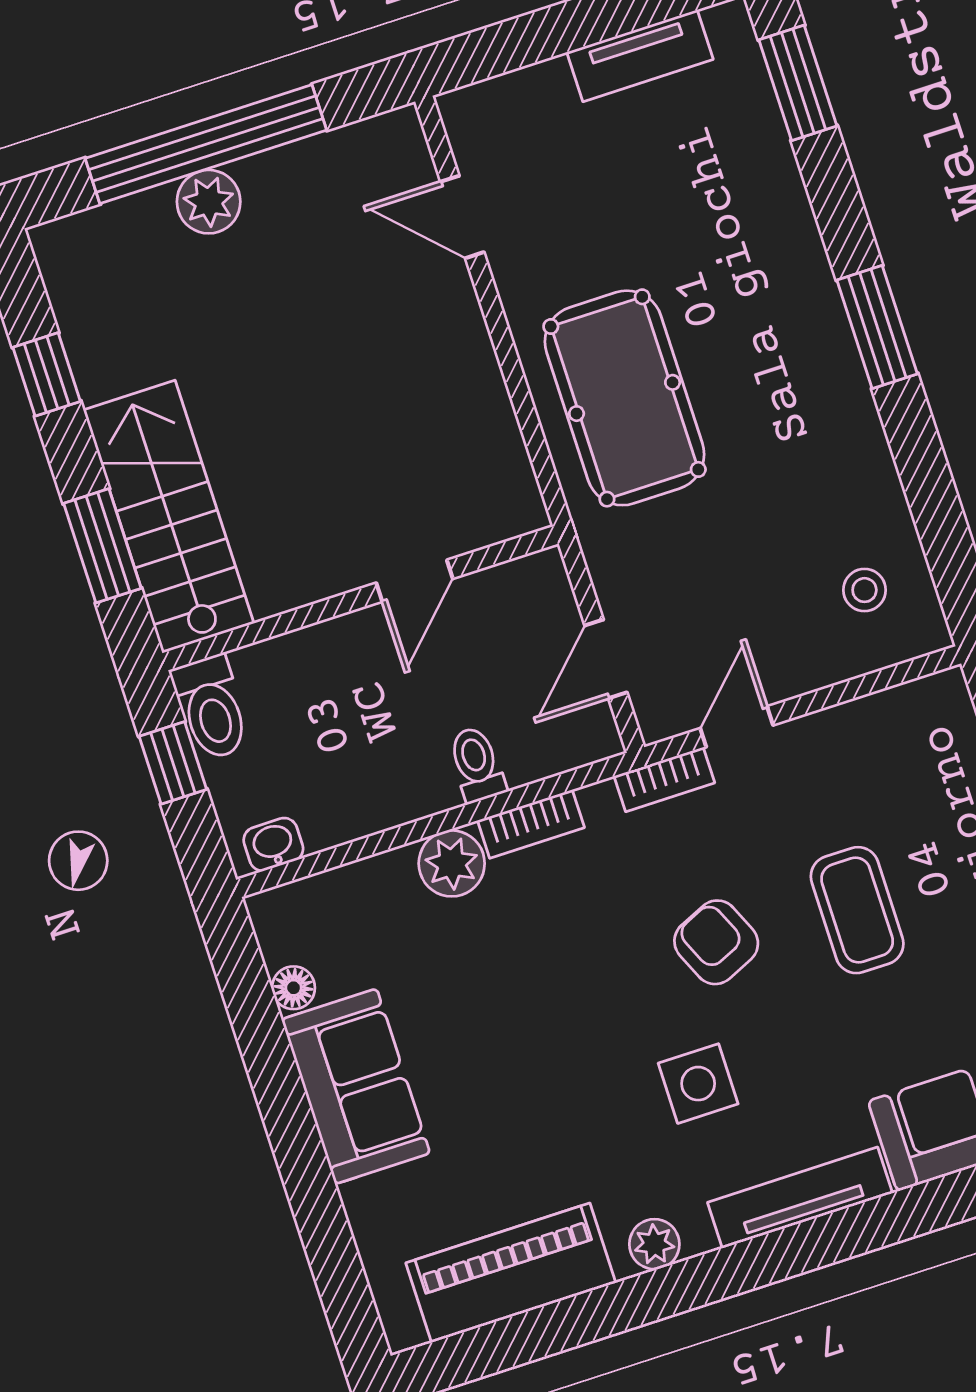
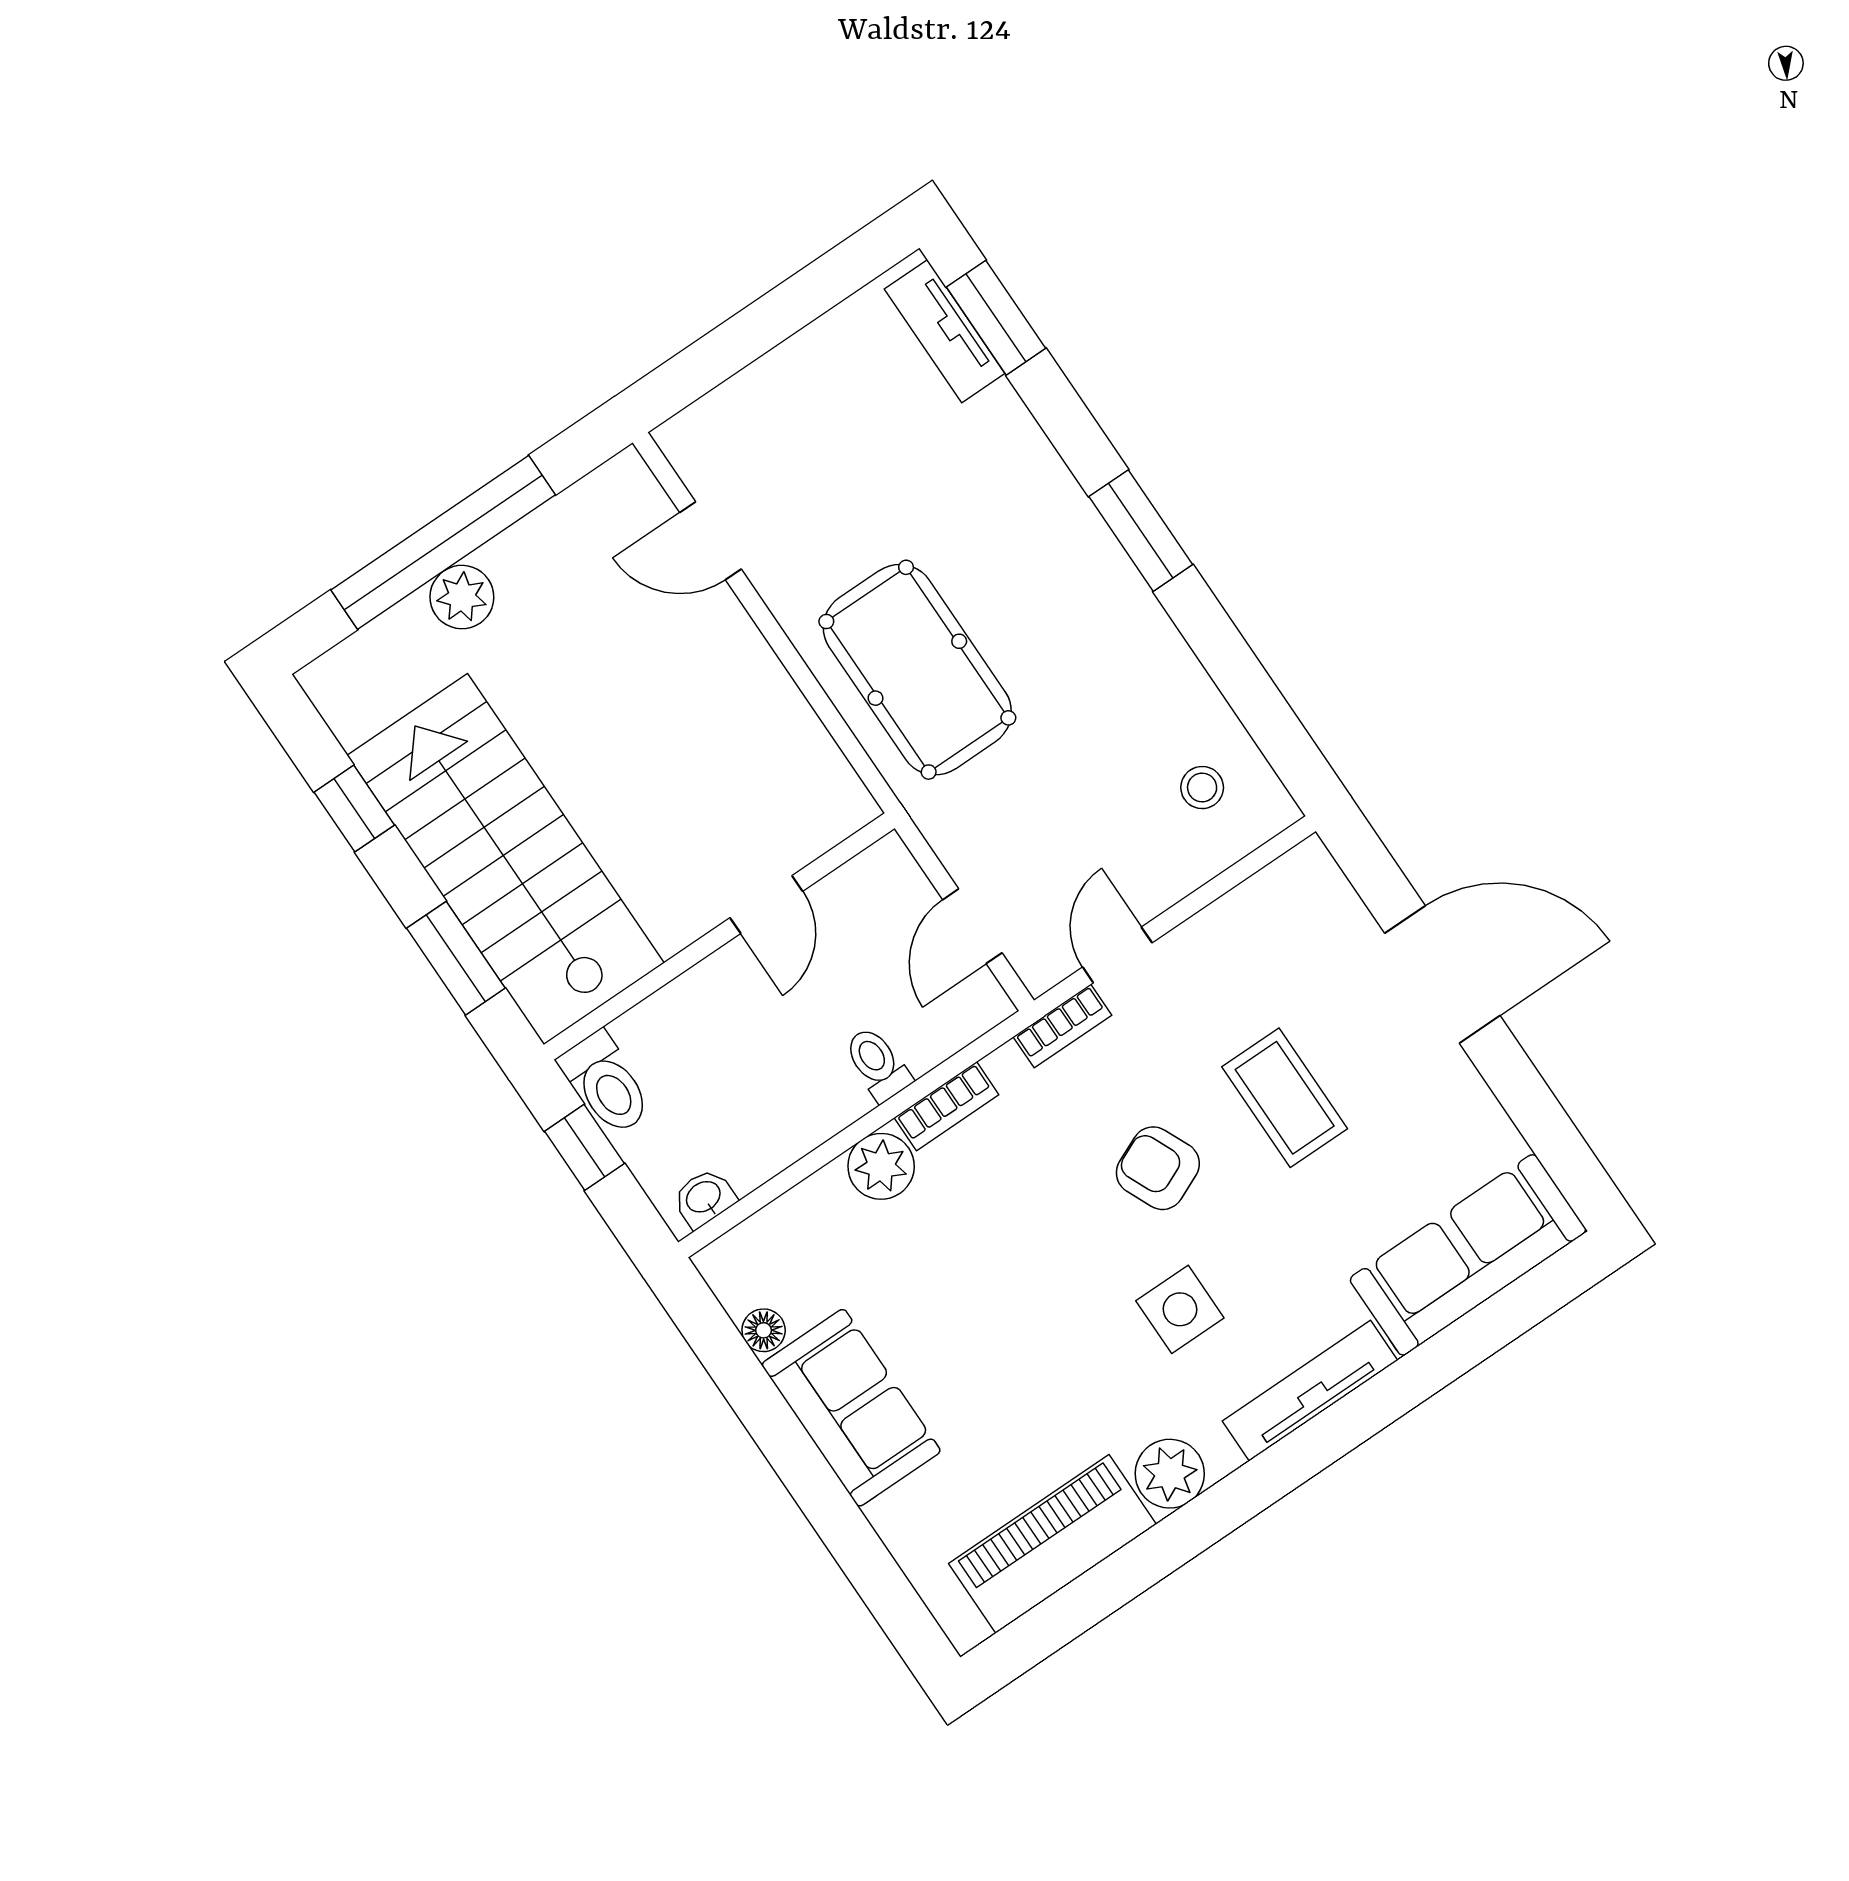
tv unit: (640, 56) -> (945, 331), moved, turned 90
stairs: (169, 517) -> (506, 859), width x1.36, depth x1.51
plant: (654, 1244) -> (1170, 1474), width x1.38, depth x1.38

